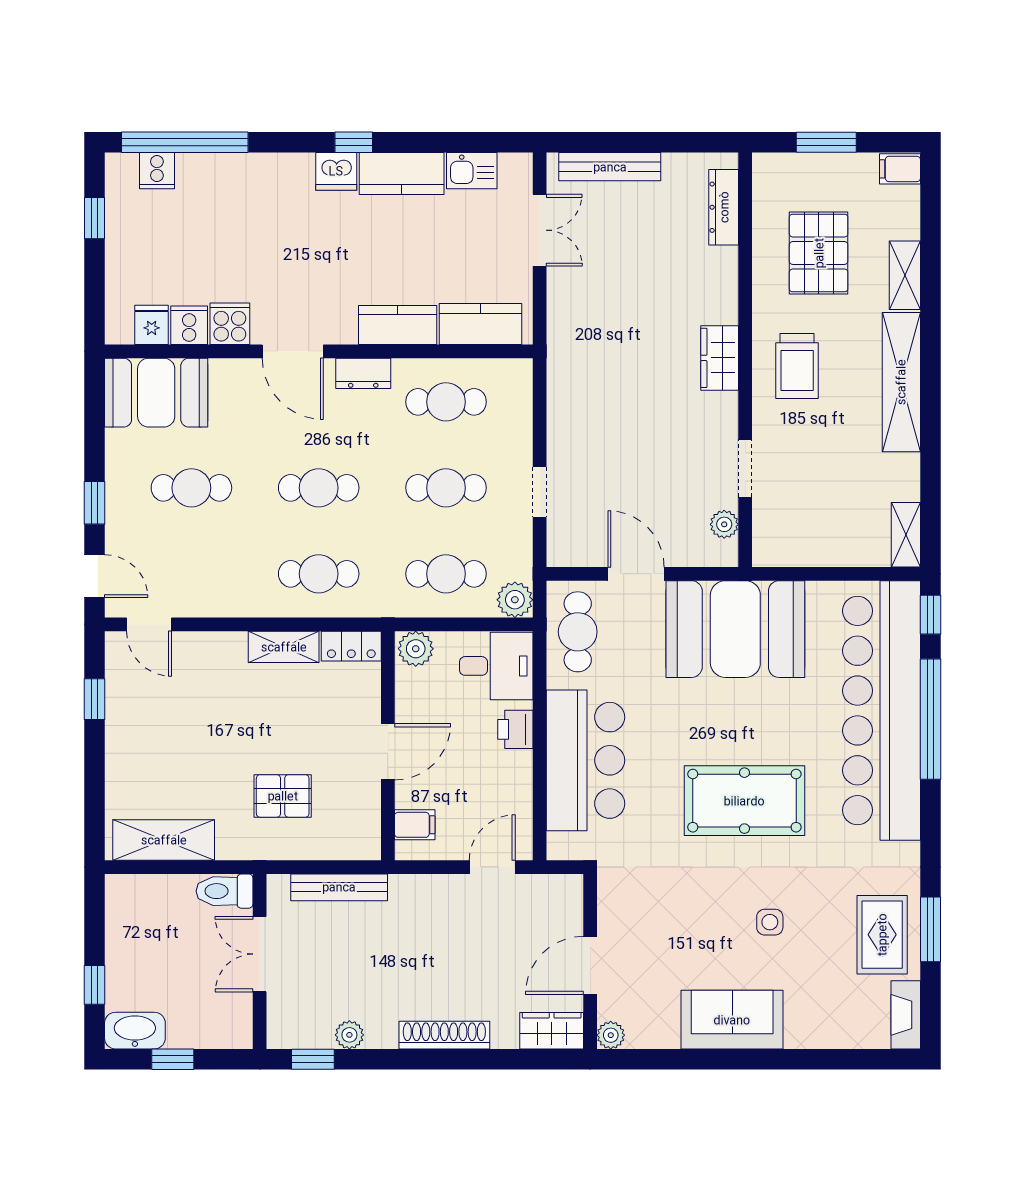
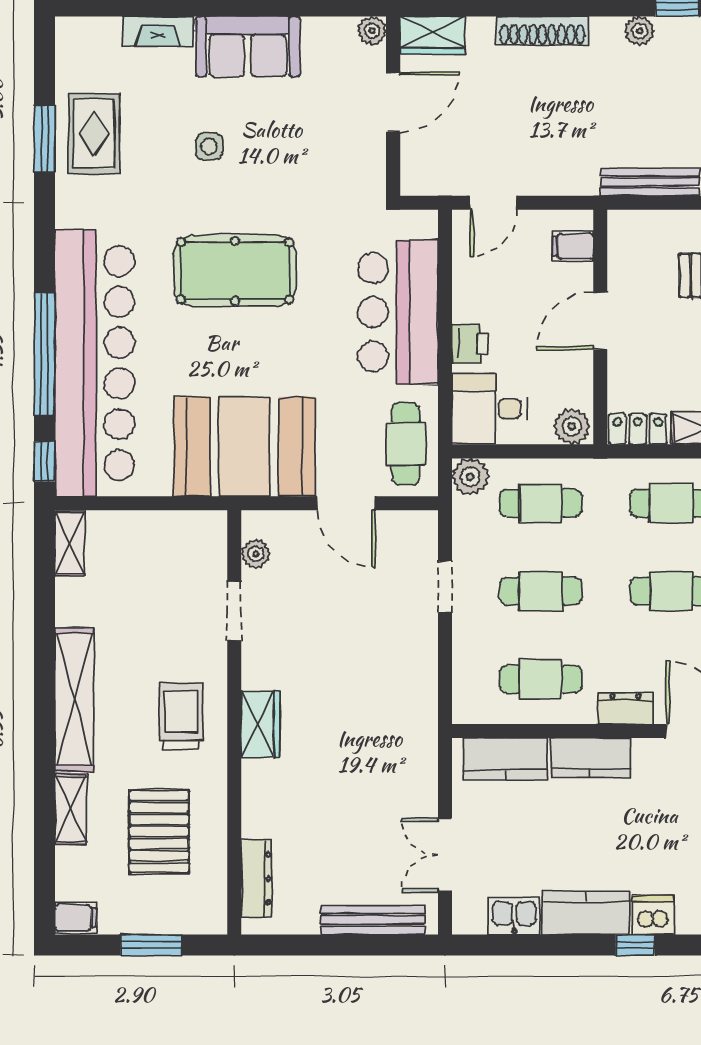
fireplace: (906, 1015) -> (158, 31), moved, turned 90

